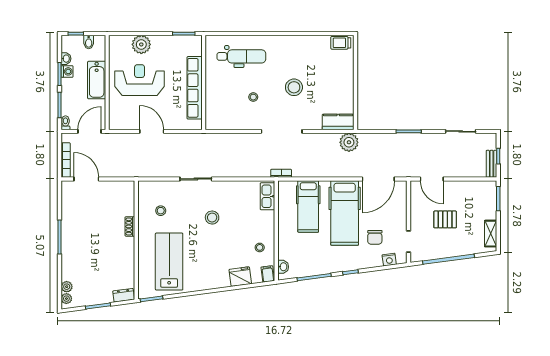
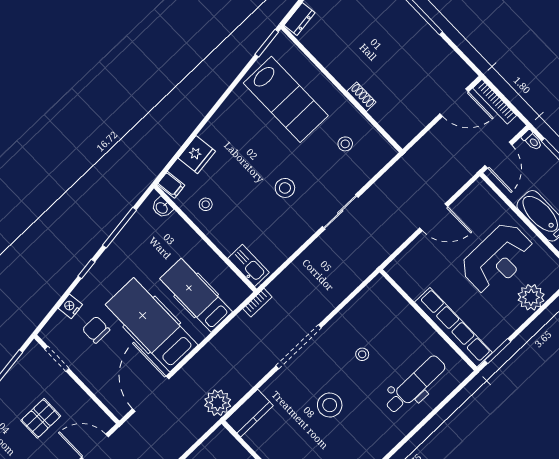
dental chair: (241, 56) -> (415, 385), turned 180
row of seats: (195, 88) -> (453, 327), moved
nightstand: (389, 260) -> (70, 306), moved

